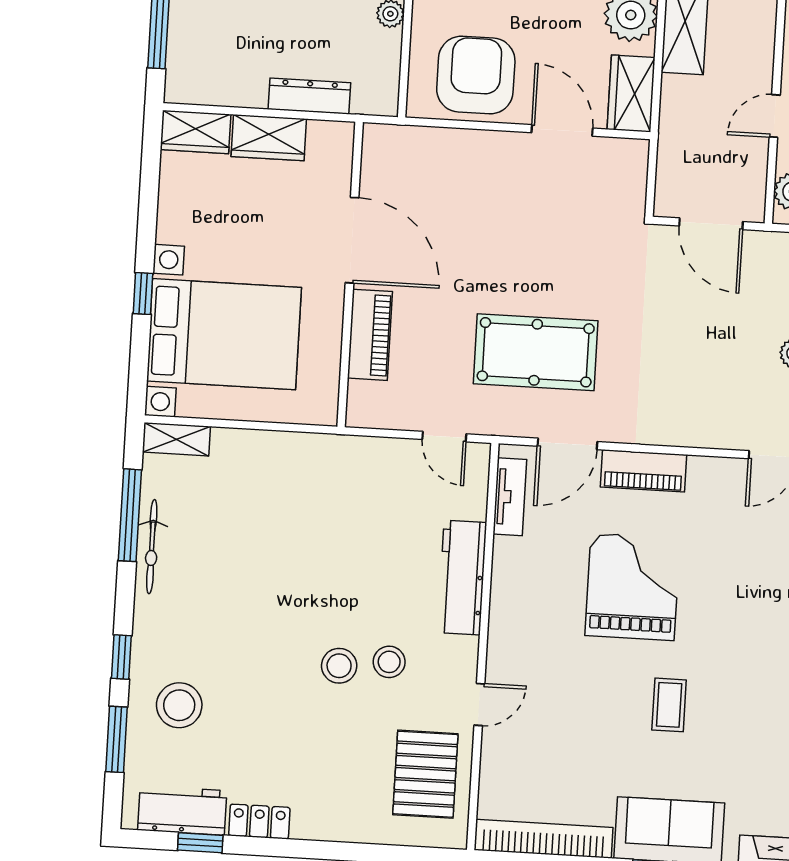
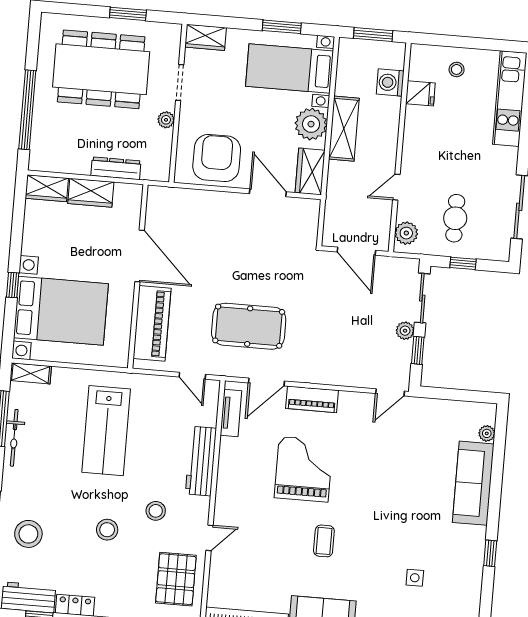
piano: (370, 335) -> (152, 323), width x1.37, depth x1.33
lab bench: (304, 531) -> (106, 431), added
stool: (339, 666) -> (107, 530), moved

